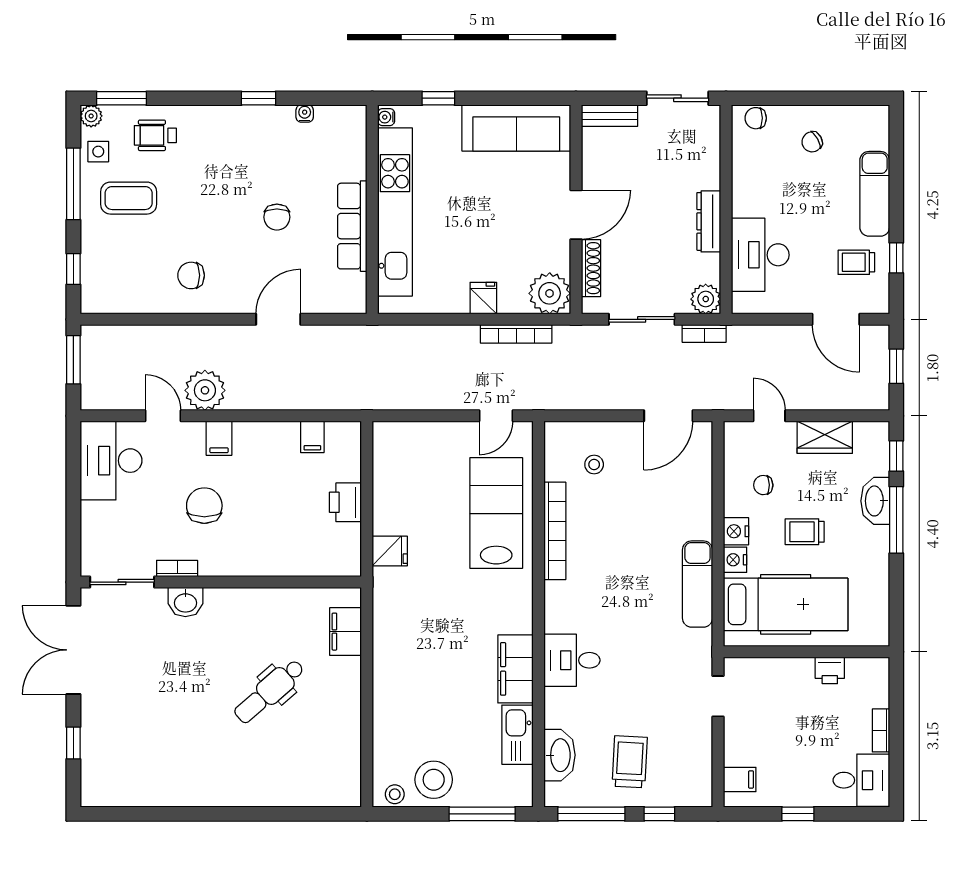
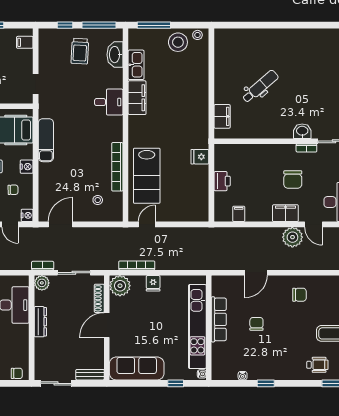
filing cabinet: (219, 438) -> (285, 213), width x2.00
nightstand: (735, 560) -> (27, 215), moved

